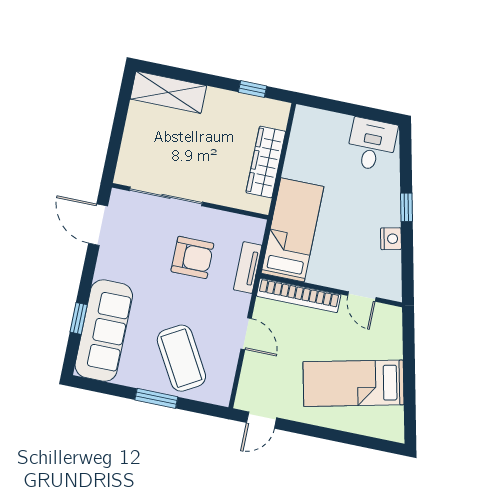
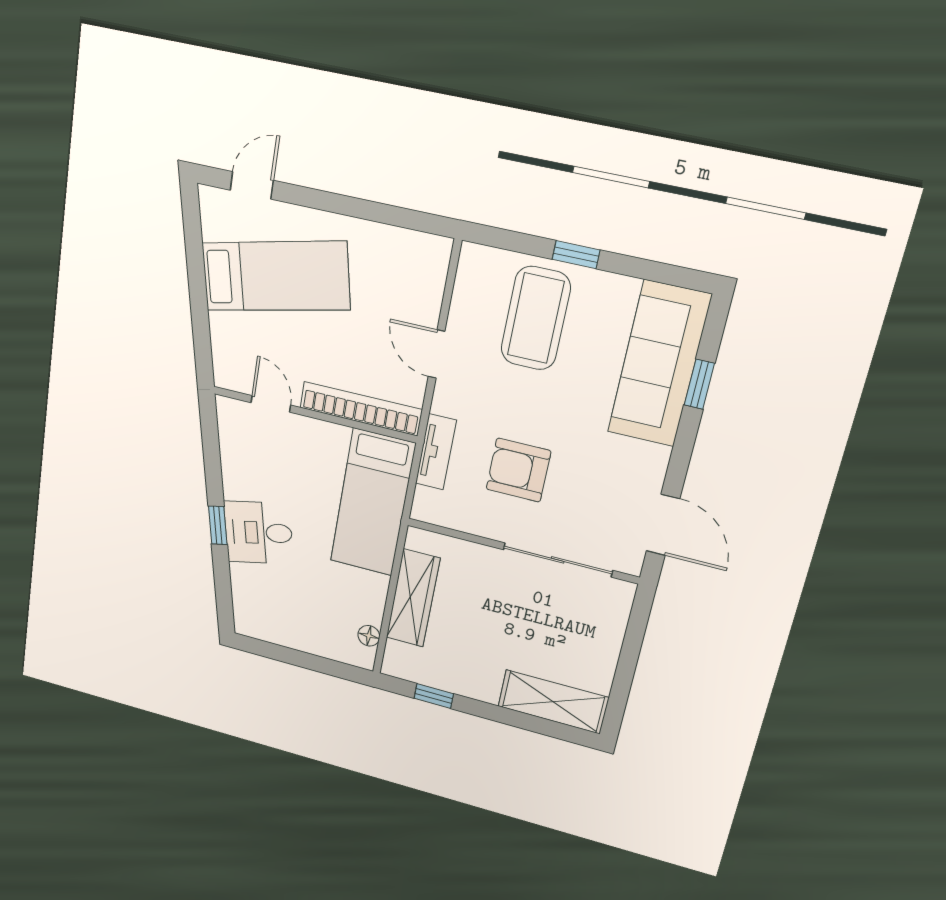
floor lamp: (298, 131) -> (369, 636), added
desk: (372, 145) -> (259, 533), moved, turned 77
nightstand: (391, 239) -> (236, 484), removed
coffee table: (181, 358) -> (536, 318), turned 30
window: (156, 398) -> (576, 255), width x0.67
door: (262, 420) -> (252, 185), moved

